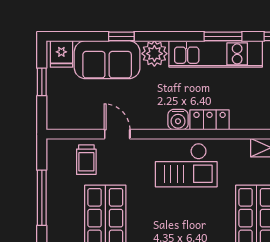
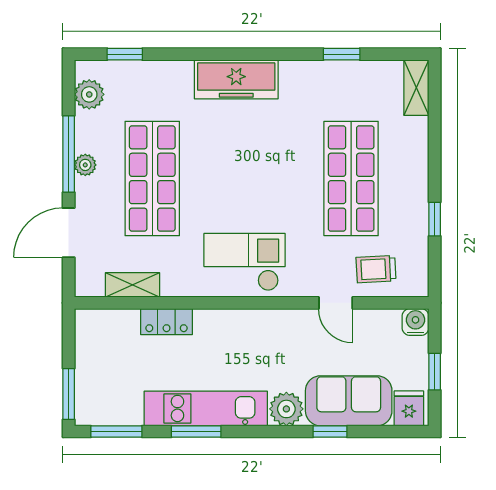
water cooler: (178, 120) -> (415, 322), moved
locker: (210, 120) -> (167, 322), moved
trolley: (86, 160) -> (376, 269), turned -93
window: (42, 198) -> (435, 219), width x0.46

